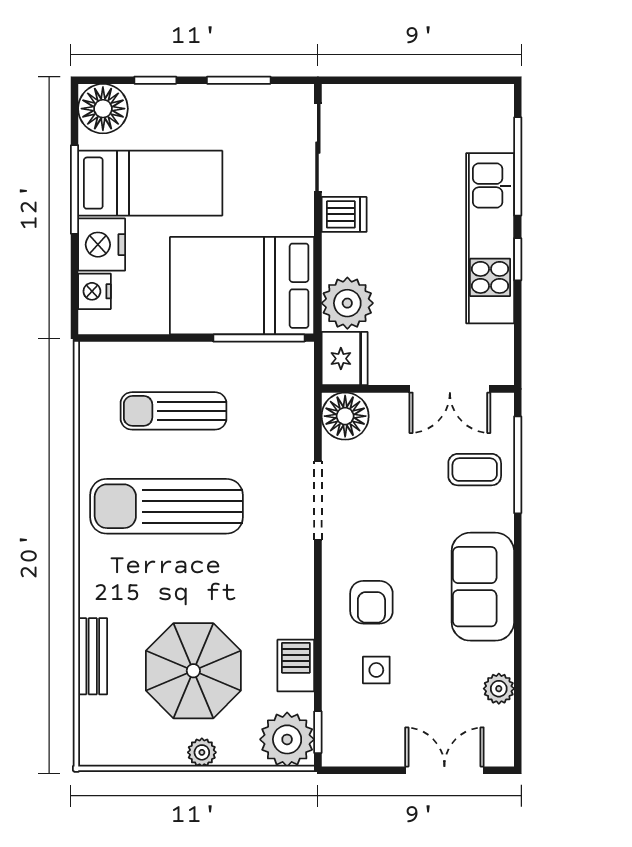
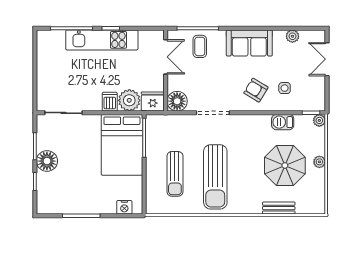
floor lamp: (103, 109) -> (47, 161), moved
bed: (150, 183) -> (79, 184), removed
dishwasher: (344, 214) -> (110, 102), moved
nightstand: (102, 245) -> (105, 204), removed
armchair: (371, 602) -> (256, 90), turned -149
plant: (287, 739) -> (319, 120), width x0.53, depth x0.53

